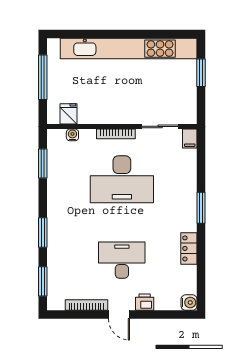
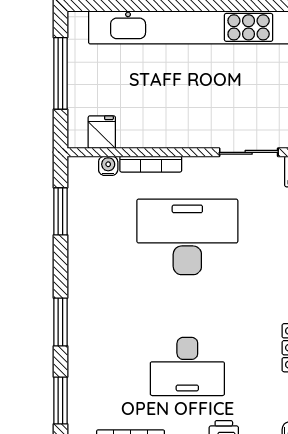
bookcase: (116, 134) -> (151, 164), moved
desk: (122, 179) -> (187, 237), turned 180
desk: (122, 260) -> (187, 366), turned 180

